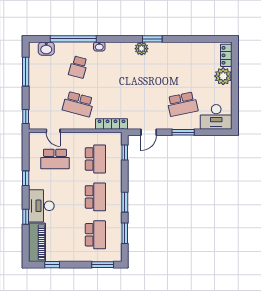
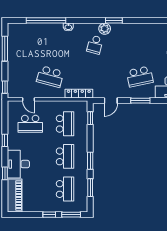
washbasin: (46, 49) -> (23, 29), removed
school desk: (78, 67) -> (95, 45), moved
window: (52, 265) -> (49, 215), moved

